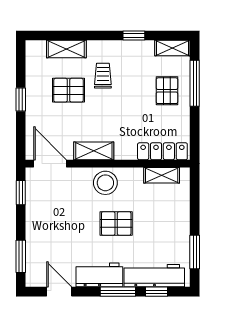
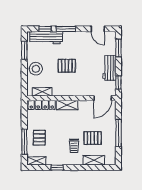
window: (21, 100) -> (118, 133), width x2.17
shelving: (94, 151) -> (67, 105), moved
door: (50, 164) -> (103, 98), hinge flipped
stool: (105, 183) -> (36, 69), moved
workbench: (99, 275) -> (109, 68), moved, turned 90

